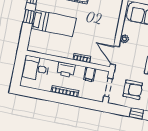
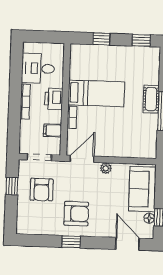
window: (29, 17) -> (101, 39), moved
bed: (54, 23) -> (96, 93), moved, turned -90
desk: (36, 68) -> (38, 68), moved, turned -90
window: (137, 113) -> (12, 186), moved

